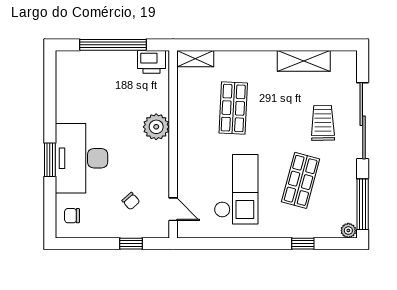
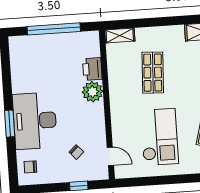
printer: (151, 62) -> (92, 69), moved, turned 90

